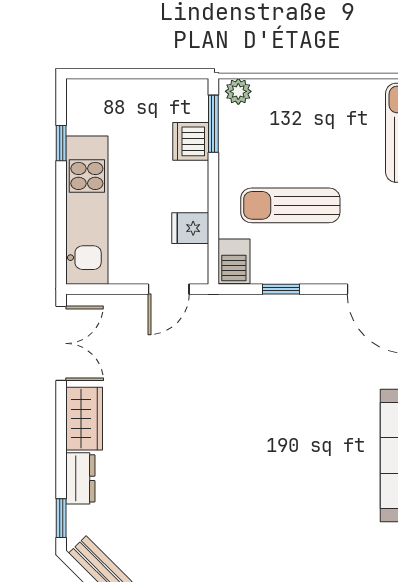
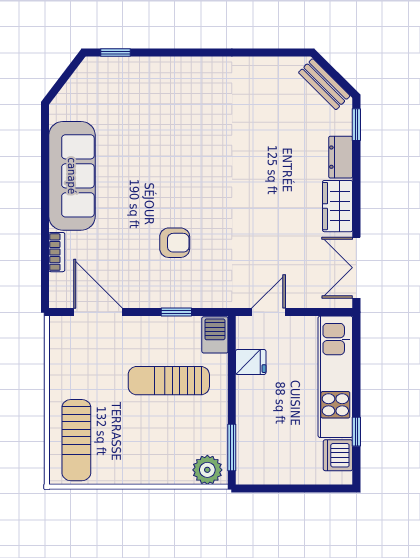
plant: (238, 91) -> (207, 470), width x1.38, depth x1.38
dishwasher: (191, 141) -> (338, 455), moved, turned 180
sun lounger: (290, 205) -> (169, 381), turned 180
armchair: (283, 374) -> (175, 243), added

